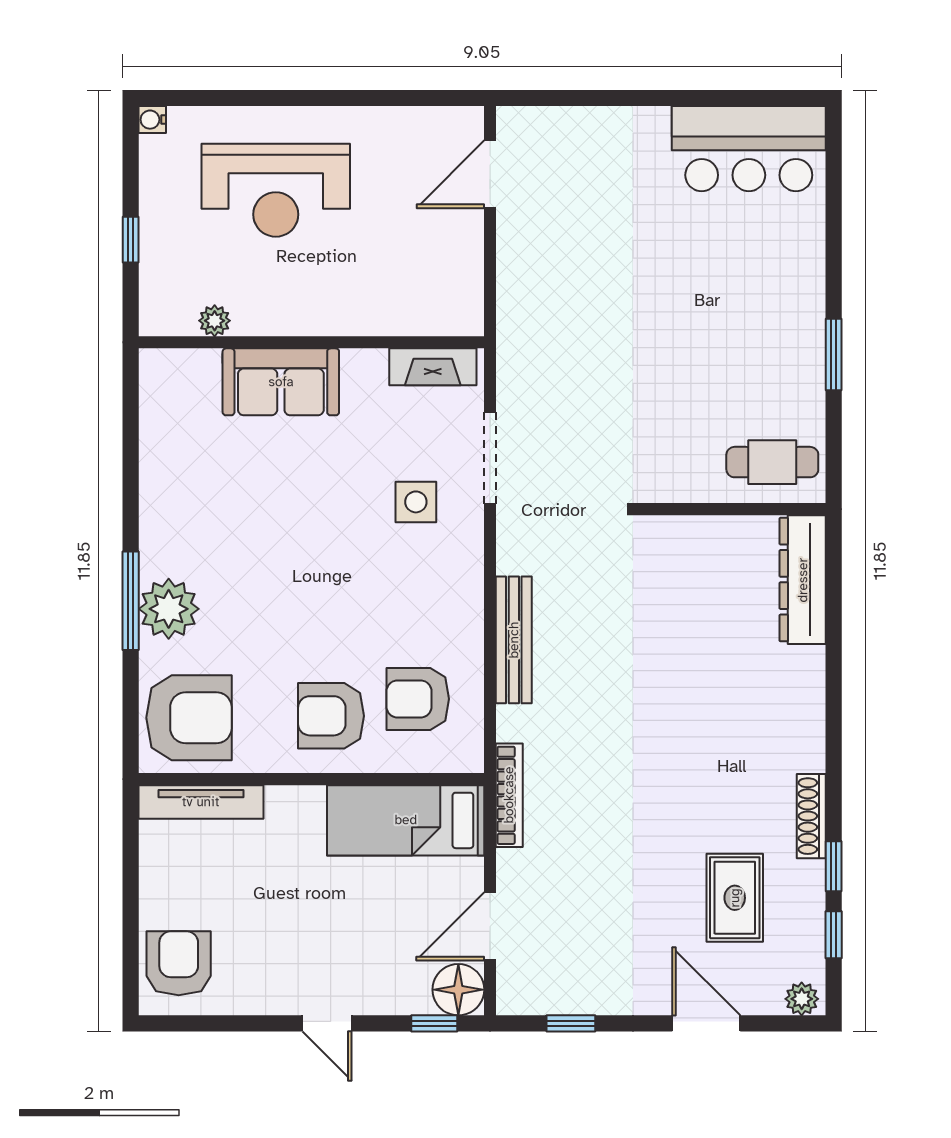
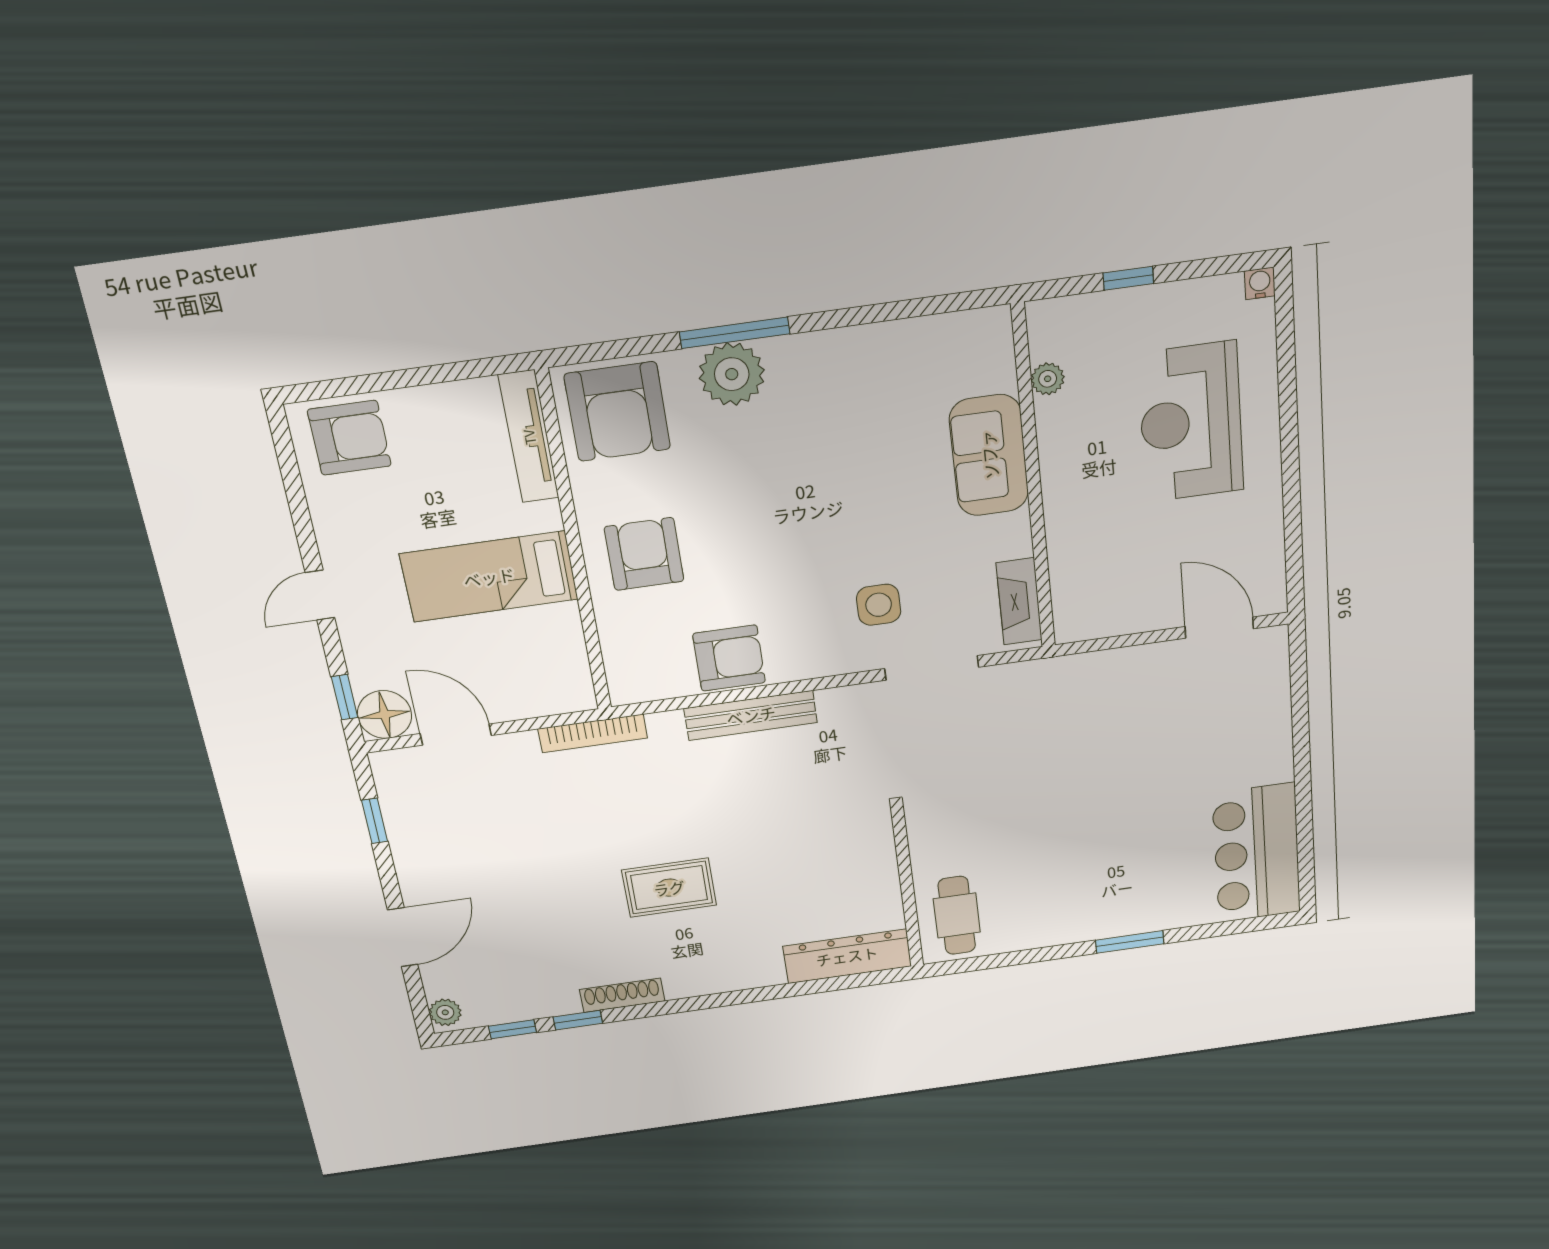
window: (834, 355) -> (1130, 942), moved
armchair: (418, 699) -> (729, 658), moved, turned 90
bed: (406, 820) -> (489, 577), moved, turned -90
rug: (735, 898) -> (669, 888), moved

